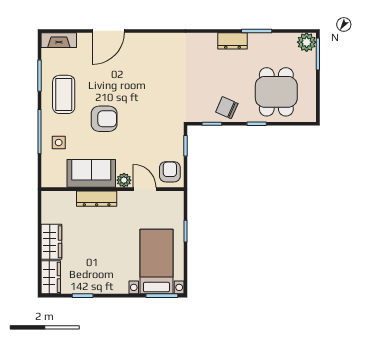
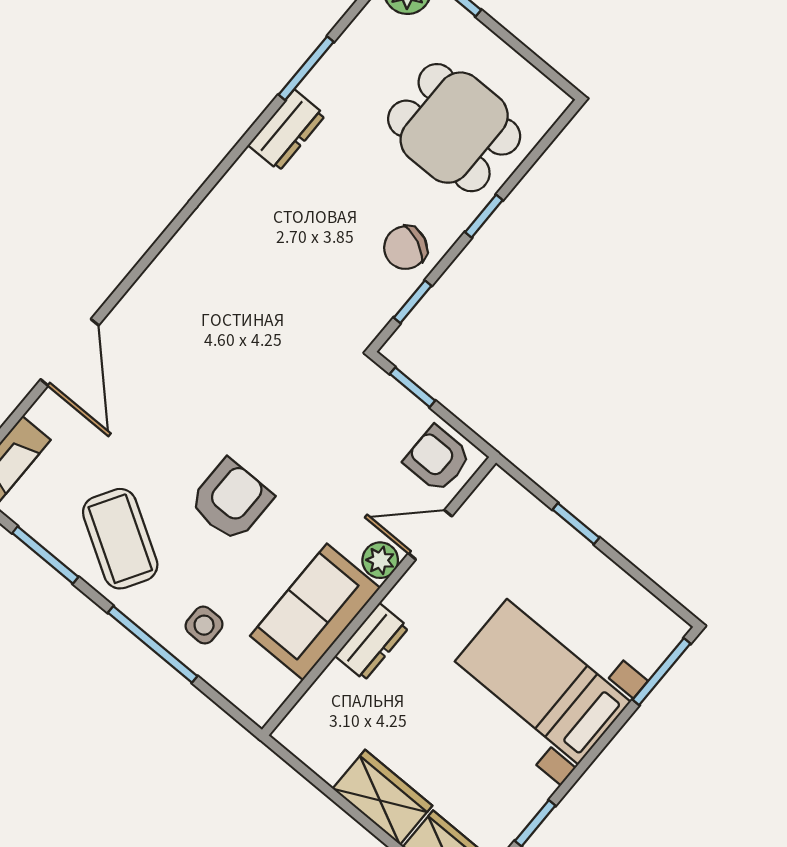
coffee table: (64, 94) -> (120, 539), turned 31
dresser: (97, 199) -> (372, 642), width x0.70
bed with nightstands: (156, 261) -> (543, 682), moved

